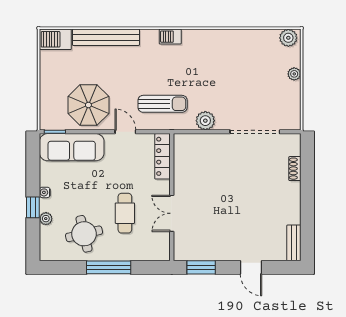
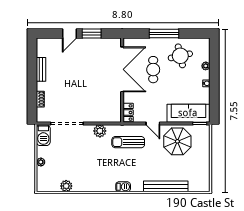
plant: (288, 38) -> (66, 186), moved
barbecue: (55, 39) -> (43, 135), moved, turned 90
locker: (163, 156) -> (128, 113), width x0.66
window: (33, 207) -> (214, 73), removed
double door: (172, 213) -> (122, 69), width x1.87
bench: (294, 243) -> (41, 69), moved
window: (201, 267) -> (92, 34), moved
door: (251, 267) -> (69, 34), swing flipped

